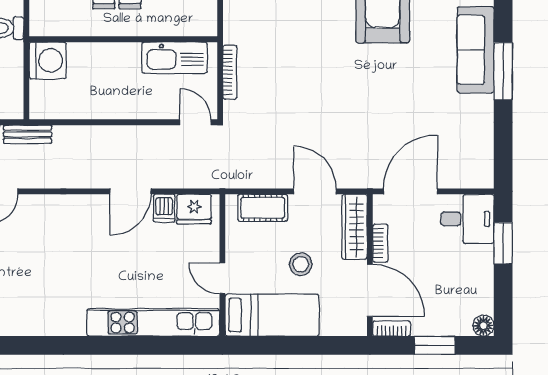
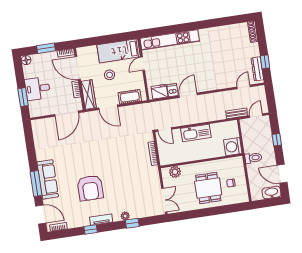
plant: (186, 23) -> (175, 172), added
kitchen sink: (174, 58) -> (196, 133), moved, turned 180
window: (503, 71) -> (36, 183), moved
desk: (467, 219) -> (38, 88), moved
door: (222, 278) -> (143, 64), swing flipped

